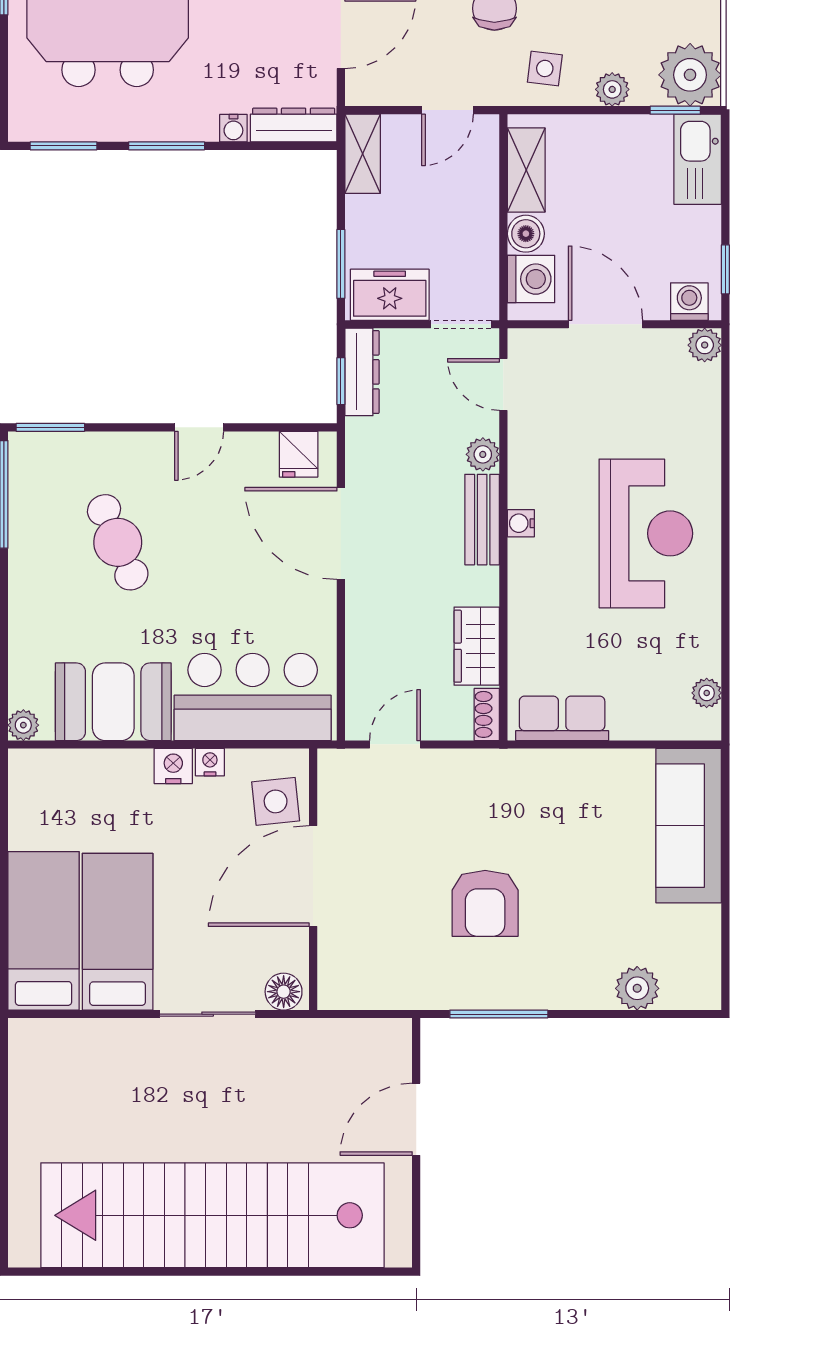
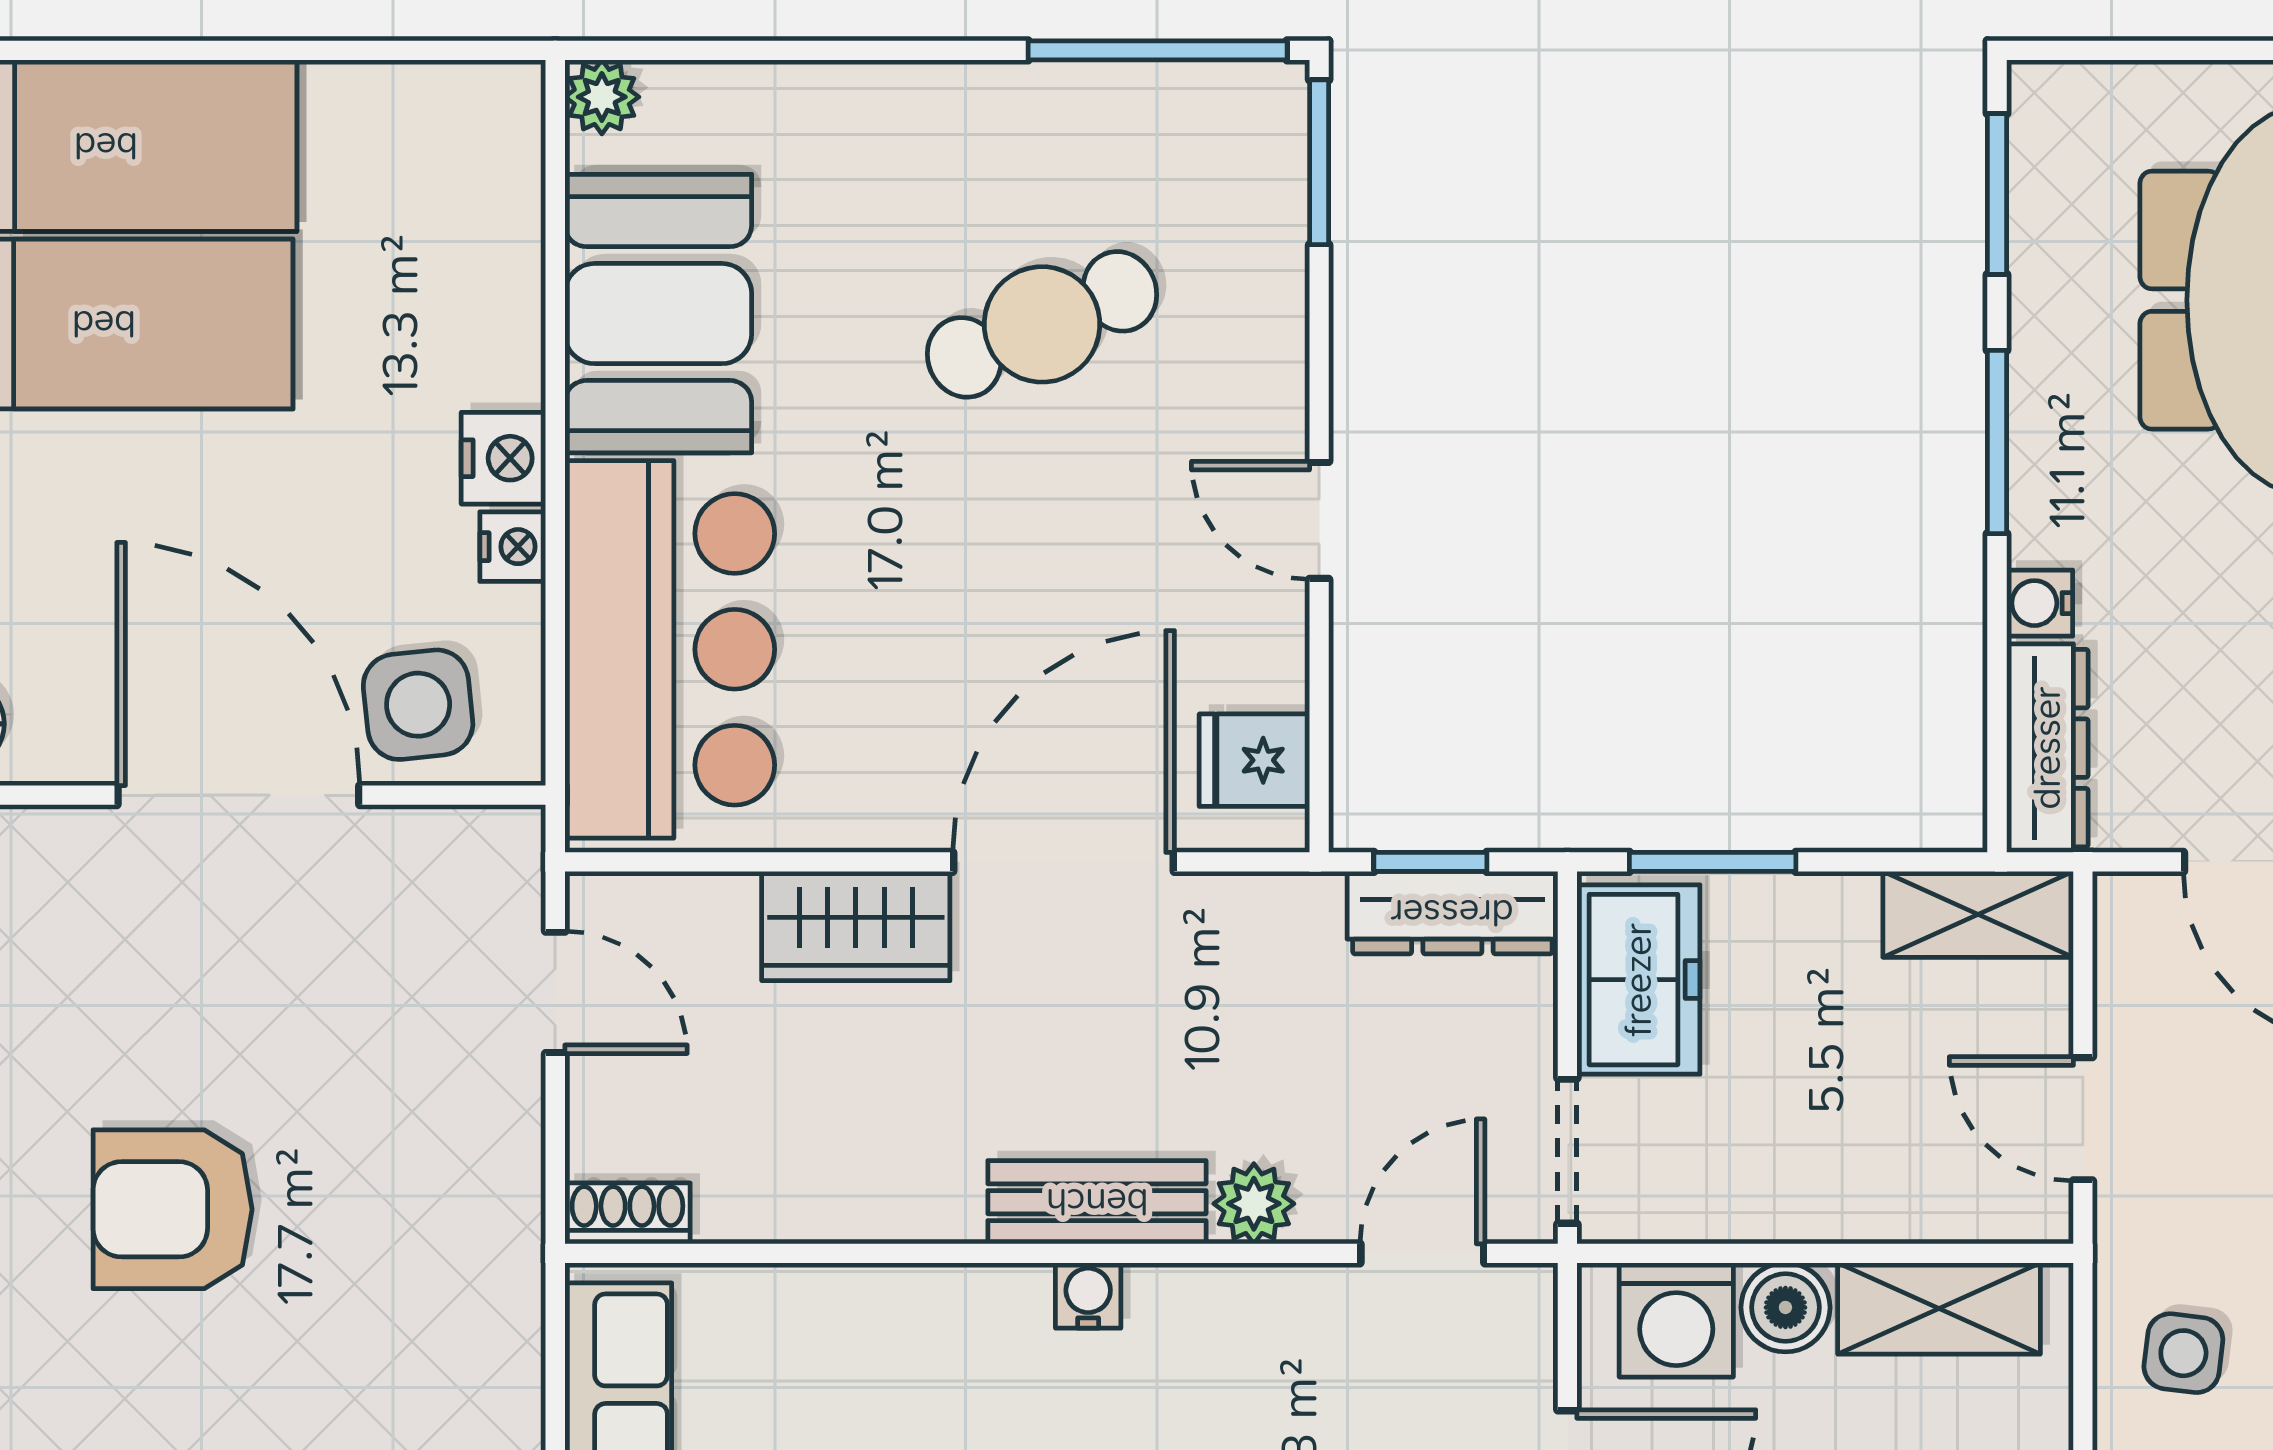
wardrobe: (477, 646) -> (856, 926), moved, turned 180

